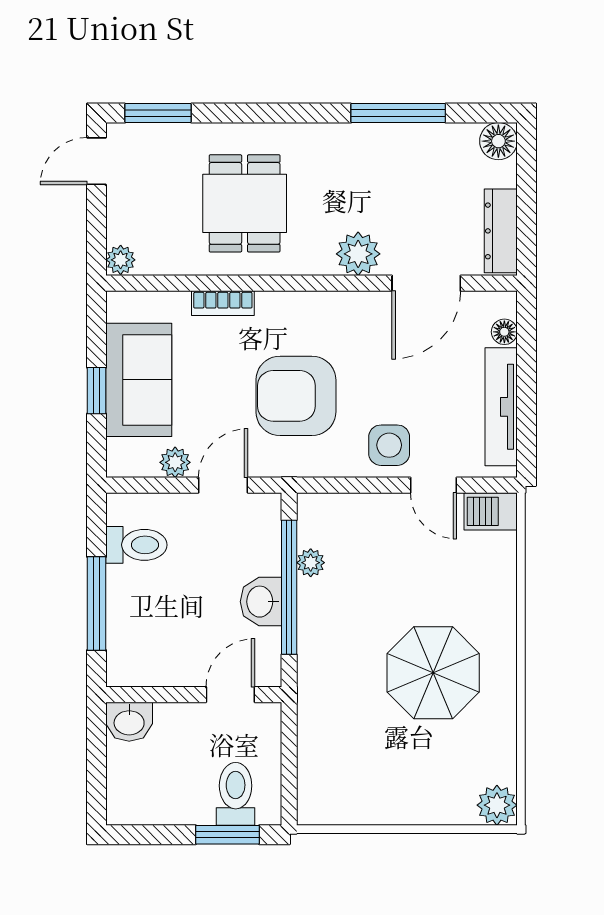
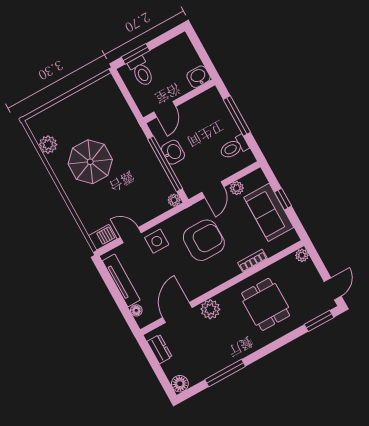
dresser: (501, 231) -> (160, 349), width x0.70
plant: (311, 563) -> (174, 200), moved
plant: (497, 805) -> (48, 145), moved

